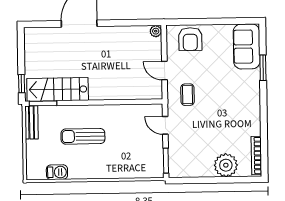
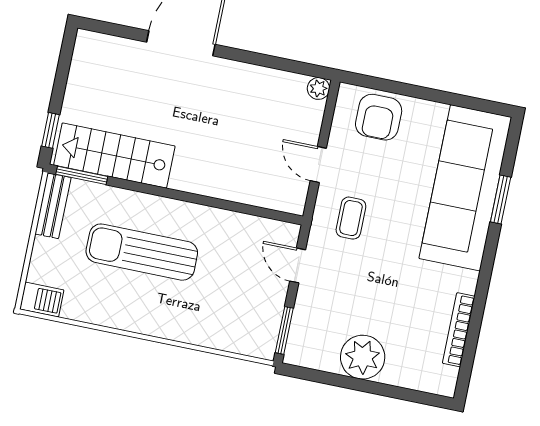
sofa: (247, 46) -> (465, 188), width x1.85, depth x1.27
sun lounger: (83, 136) -> (142, 252), width x1.36, depth x1.34
bookcase: (256, 155) -> (459, 330), moved
plant: (226, 165) -> (363, 357), moved
barbecue: (57, 172) -> (42, 300), moved

